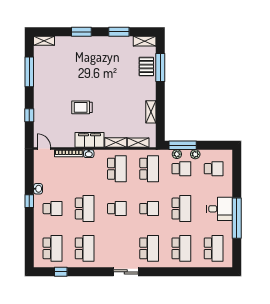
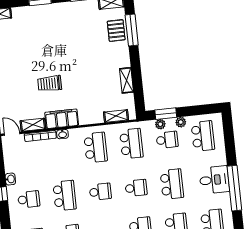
shelving: (116, 143) -> (33, 125), moved
window: (183, 145) -> (166, 114), width x0.69
school desk: (214, 169) -> (203, 136), width x1.85

